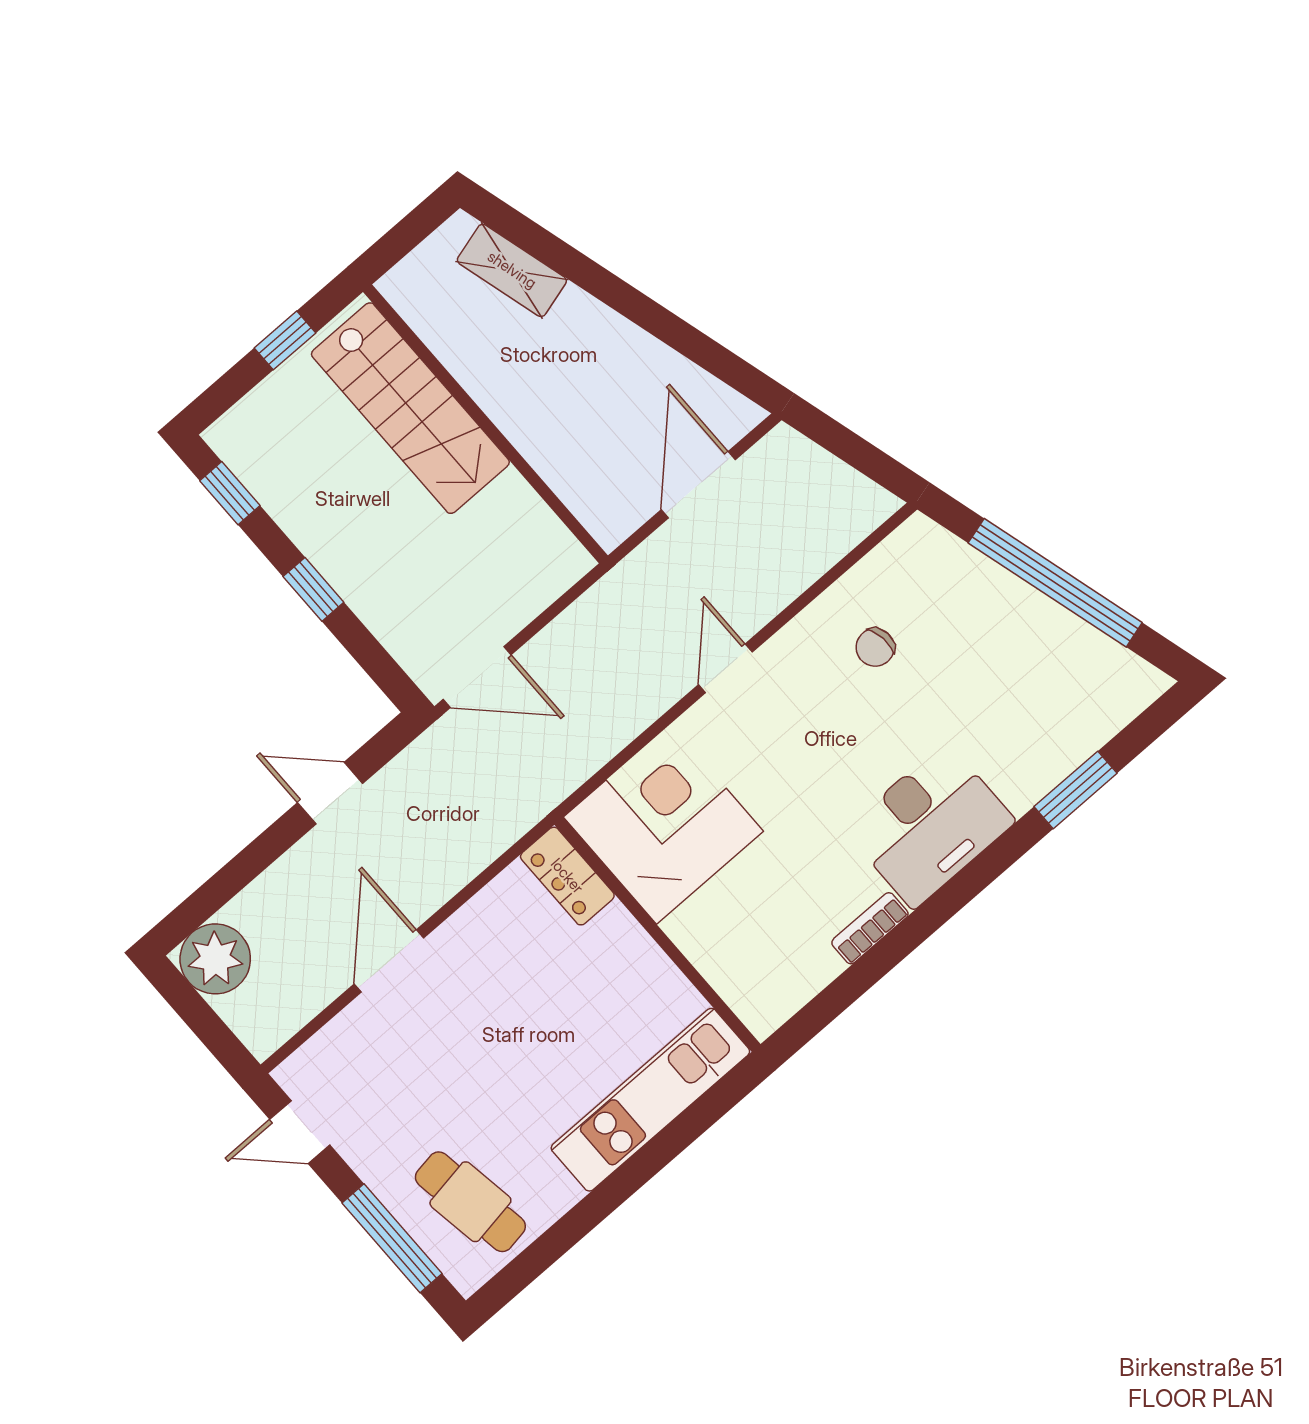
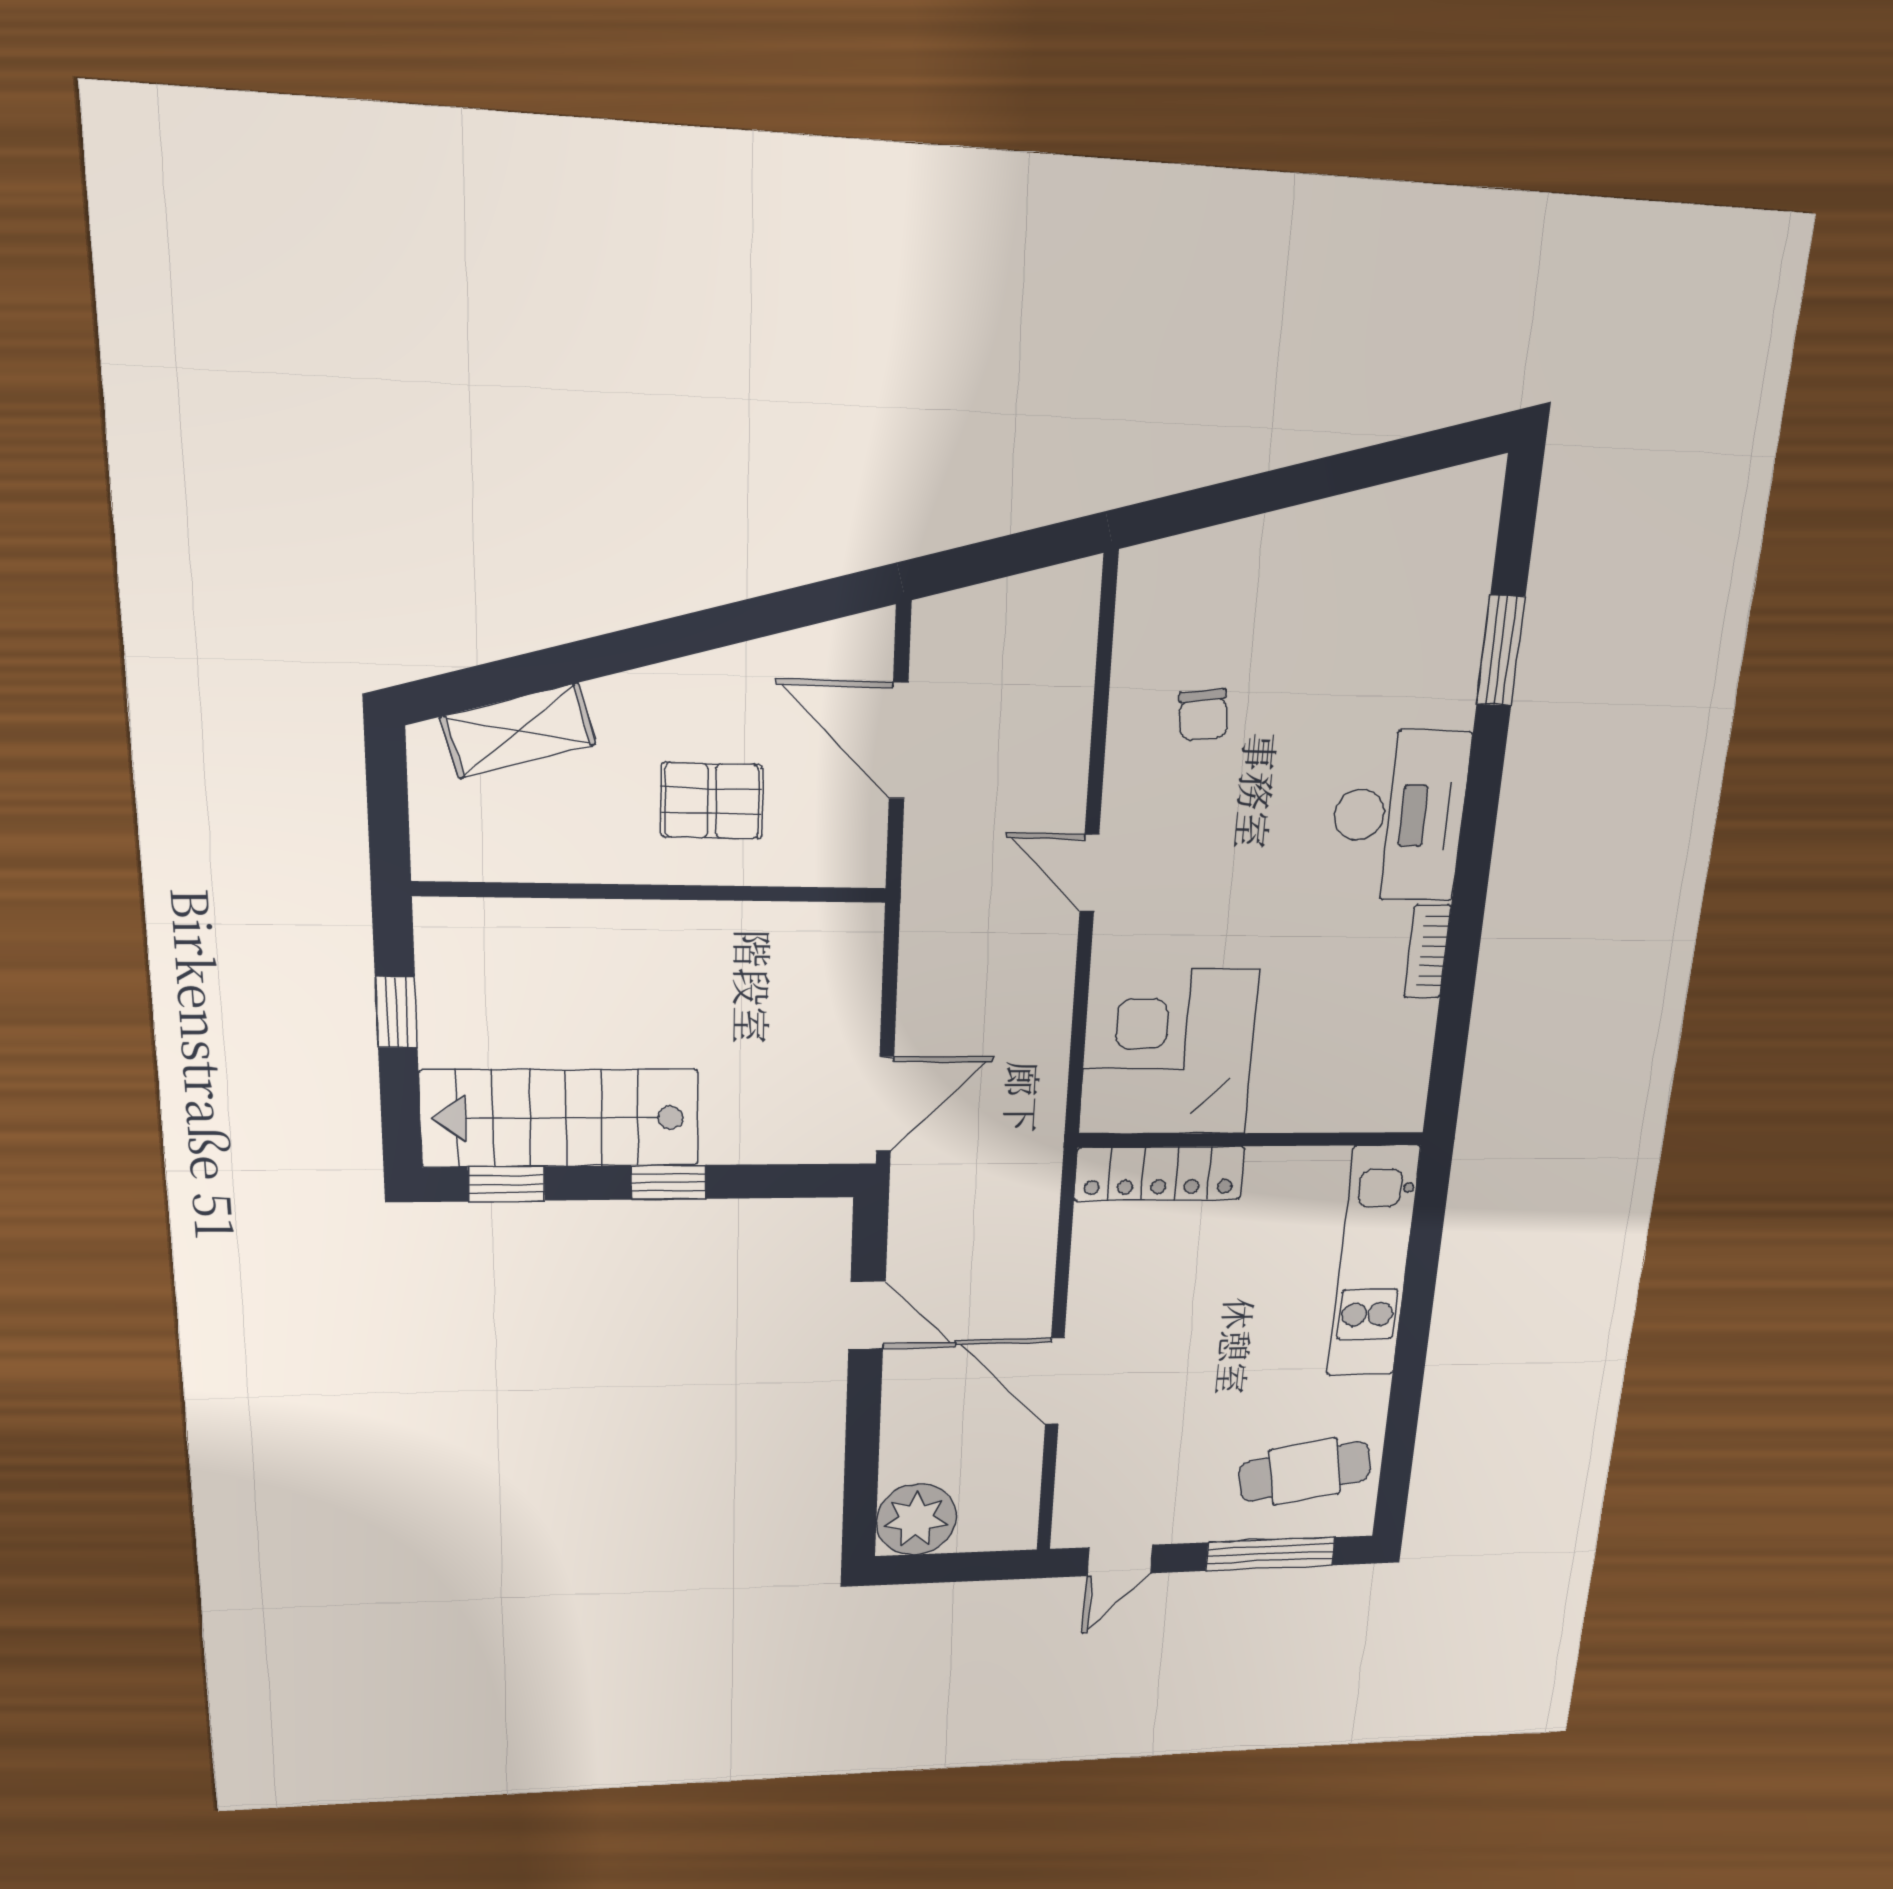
stairs: (410, 408) -> (561, 1118), moved, turned 180
pallet: (568, 410) -> (712, 801), added
window: (1055, 583) -> (1311, 481), removed
door: (330, 793) -> (867, 1316), swing flipped
locker: (567, 876) -> (1160, 1174), width x1.53

